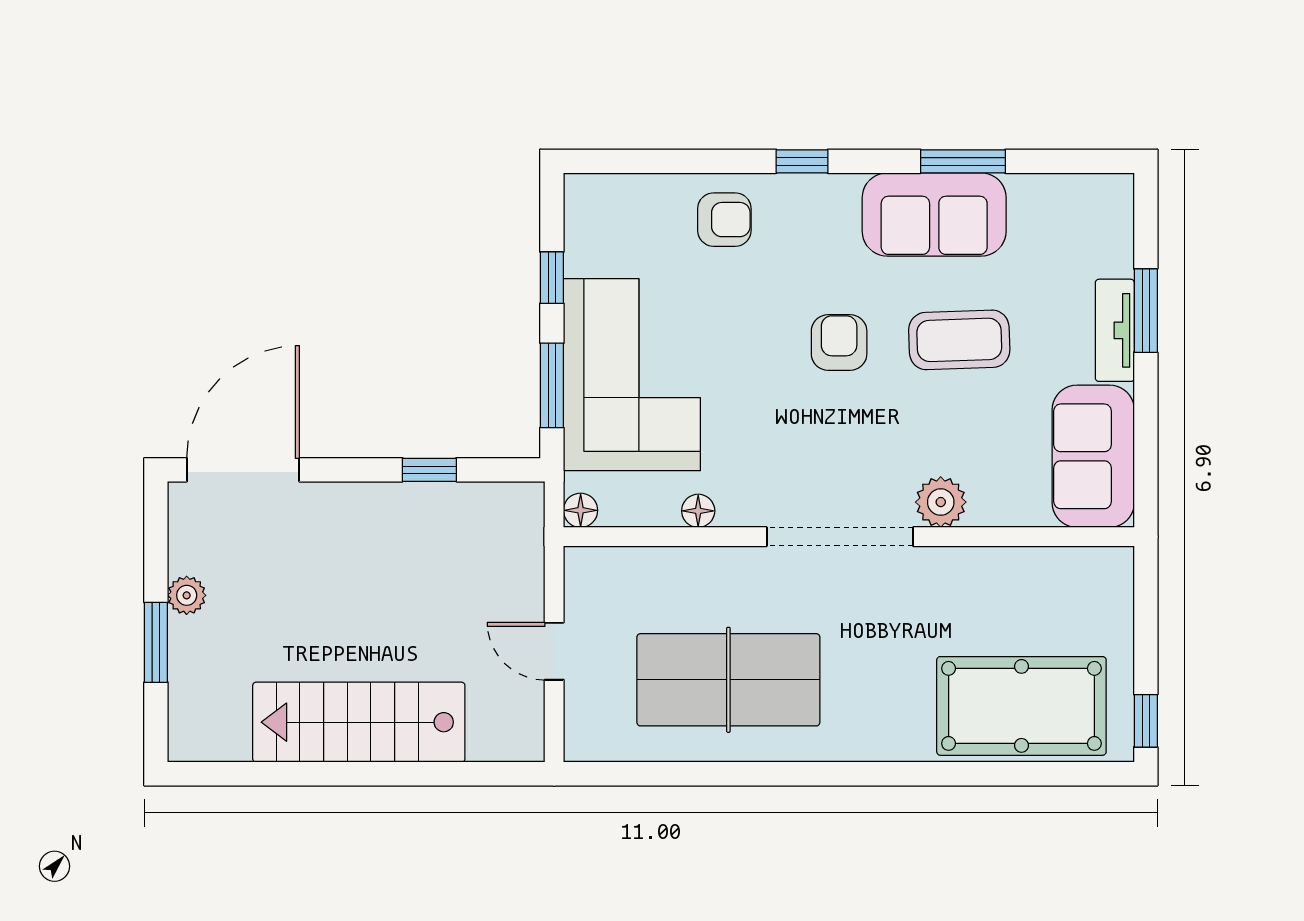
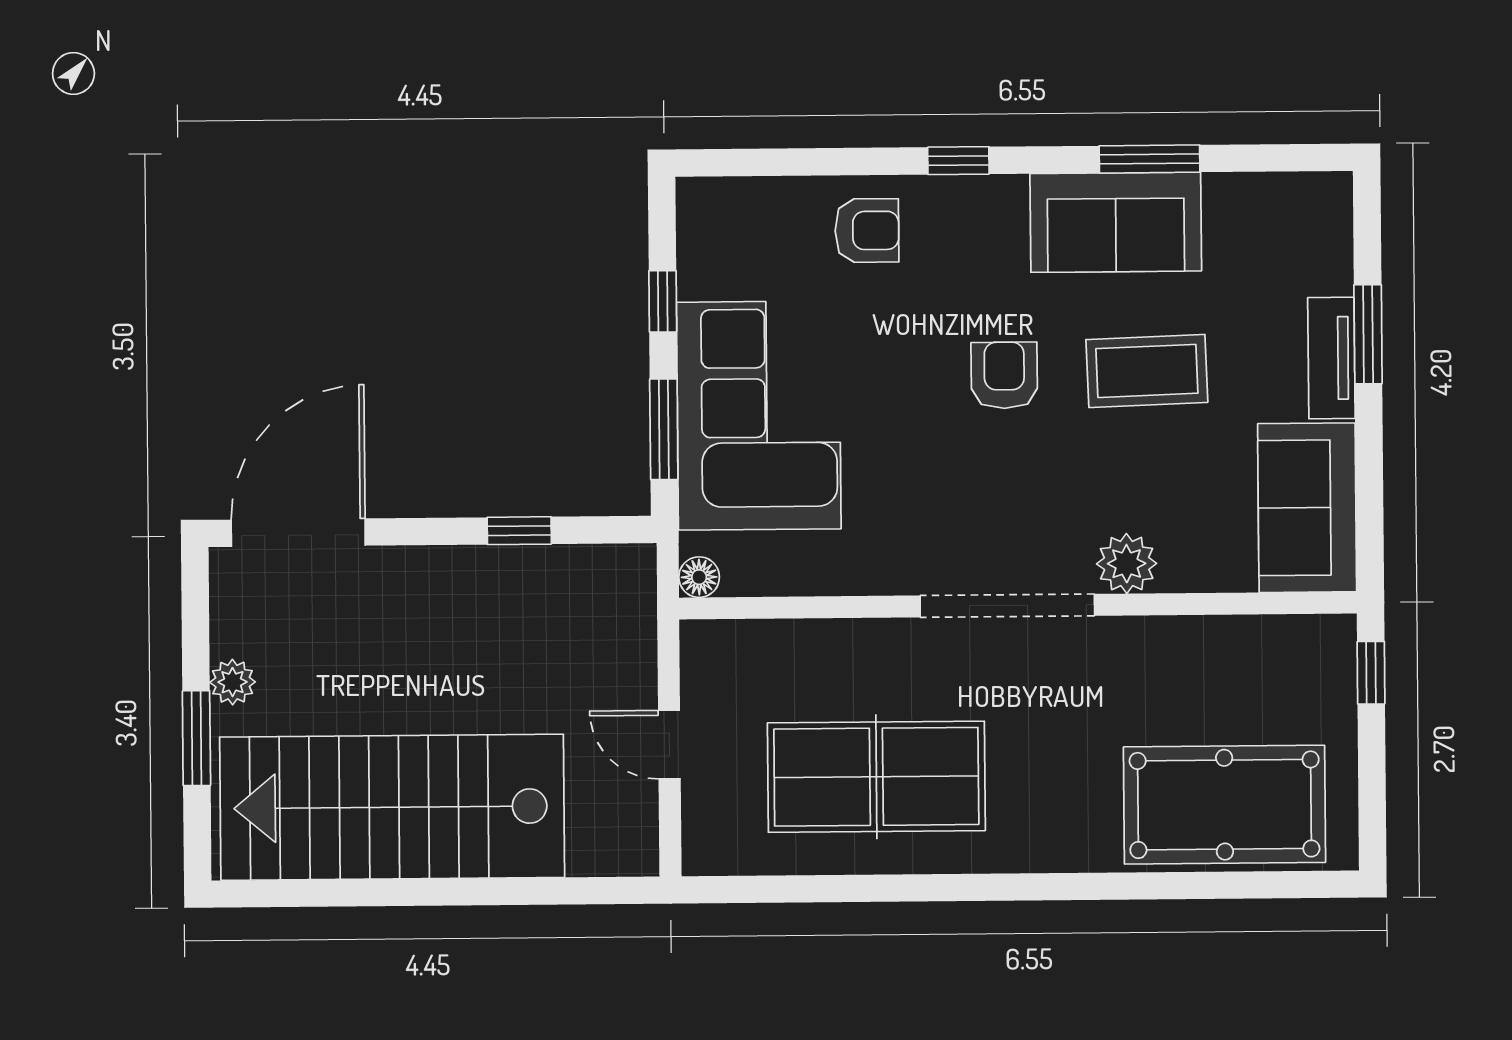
floor lamp: (698, 511) -> (839, 576), removed
window: (1146, 721) -> (1371, 673), moved
stairs: (359, 722) -> (392, 807), width x1.36, depth x1.51

